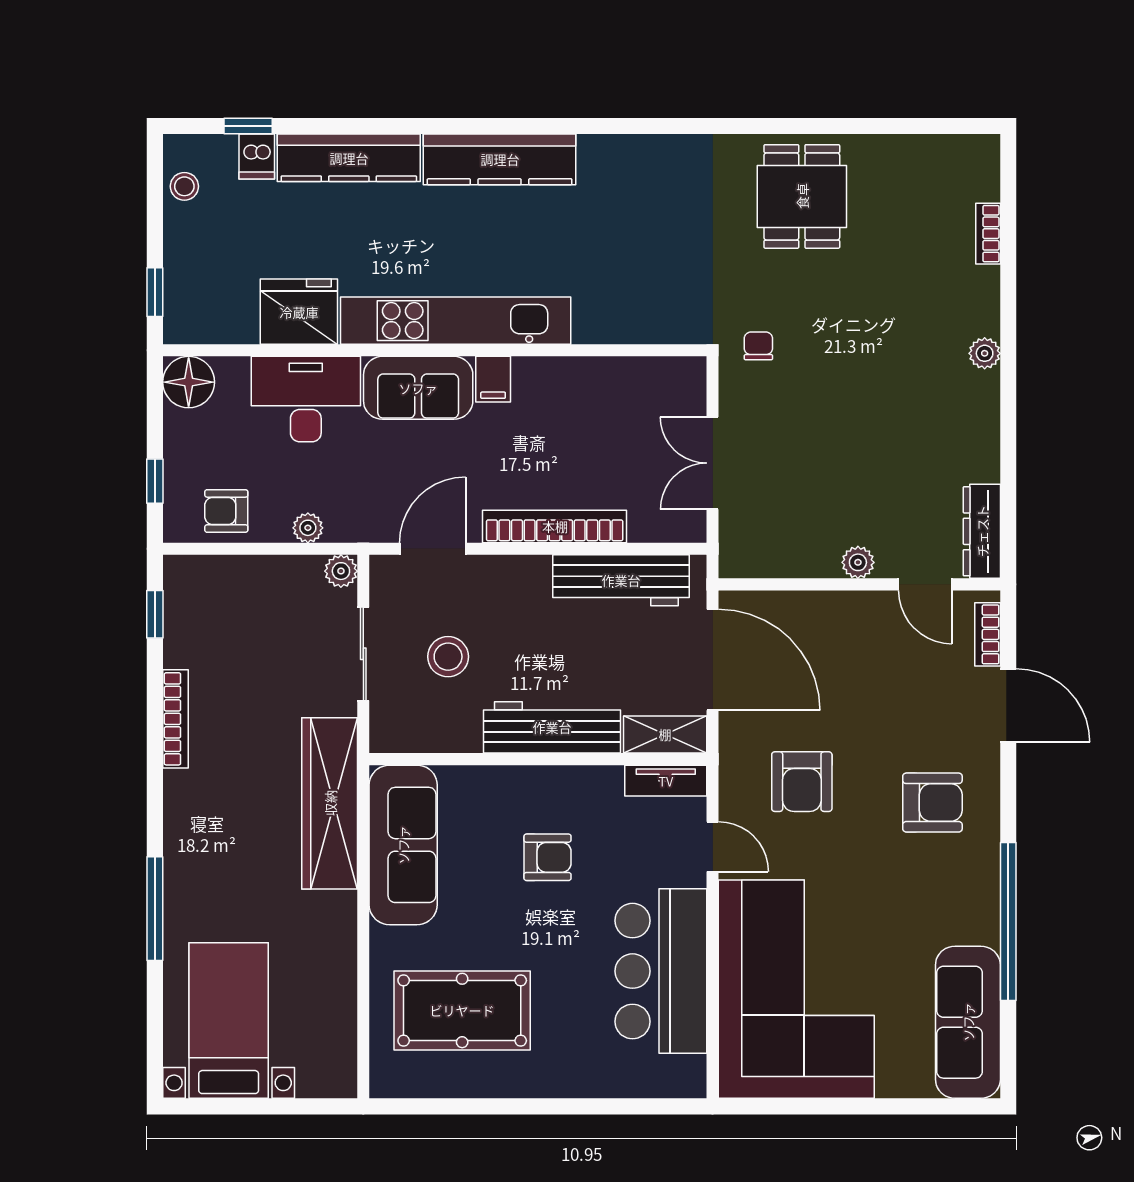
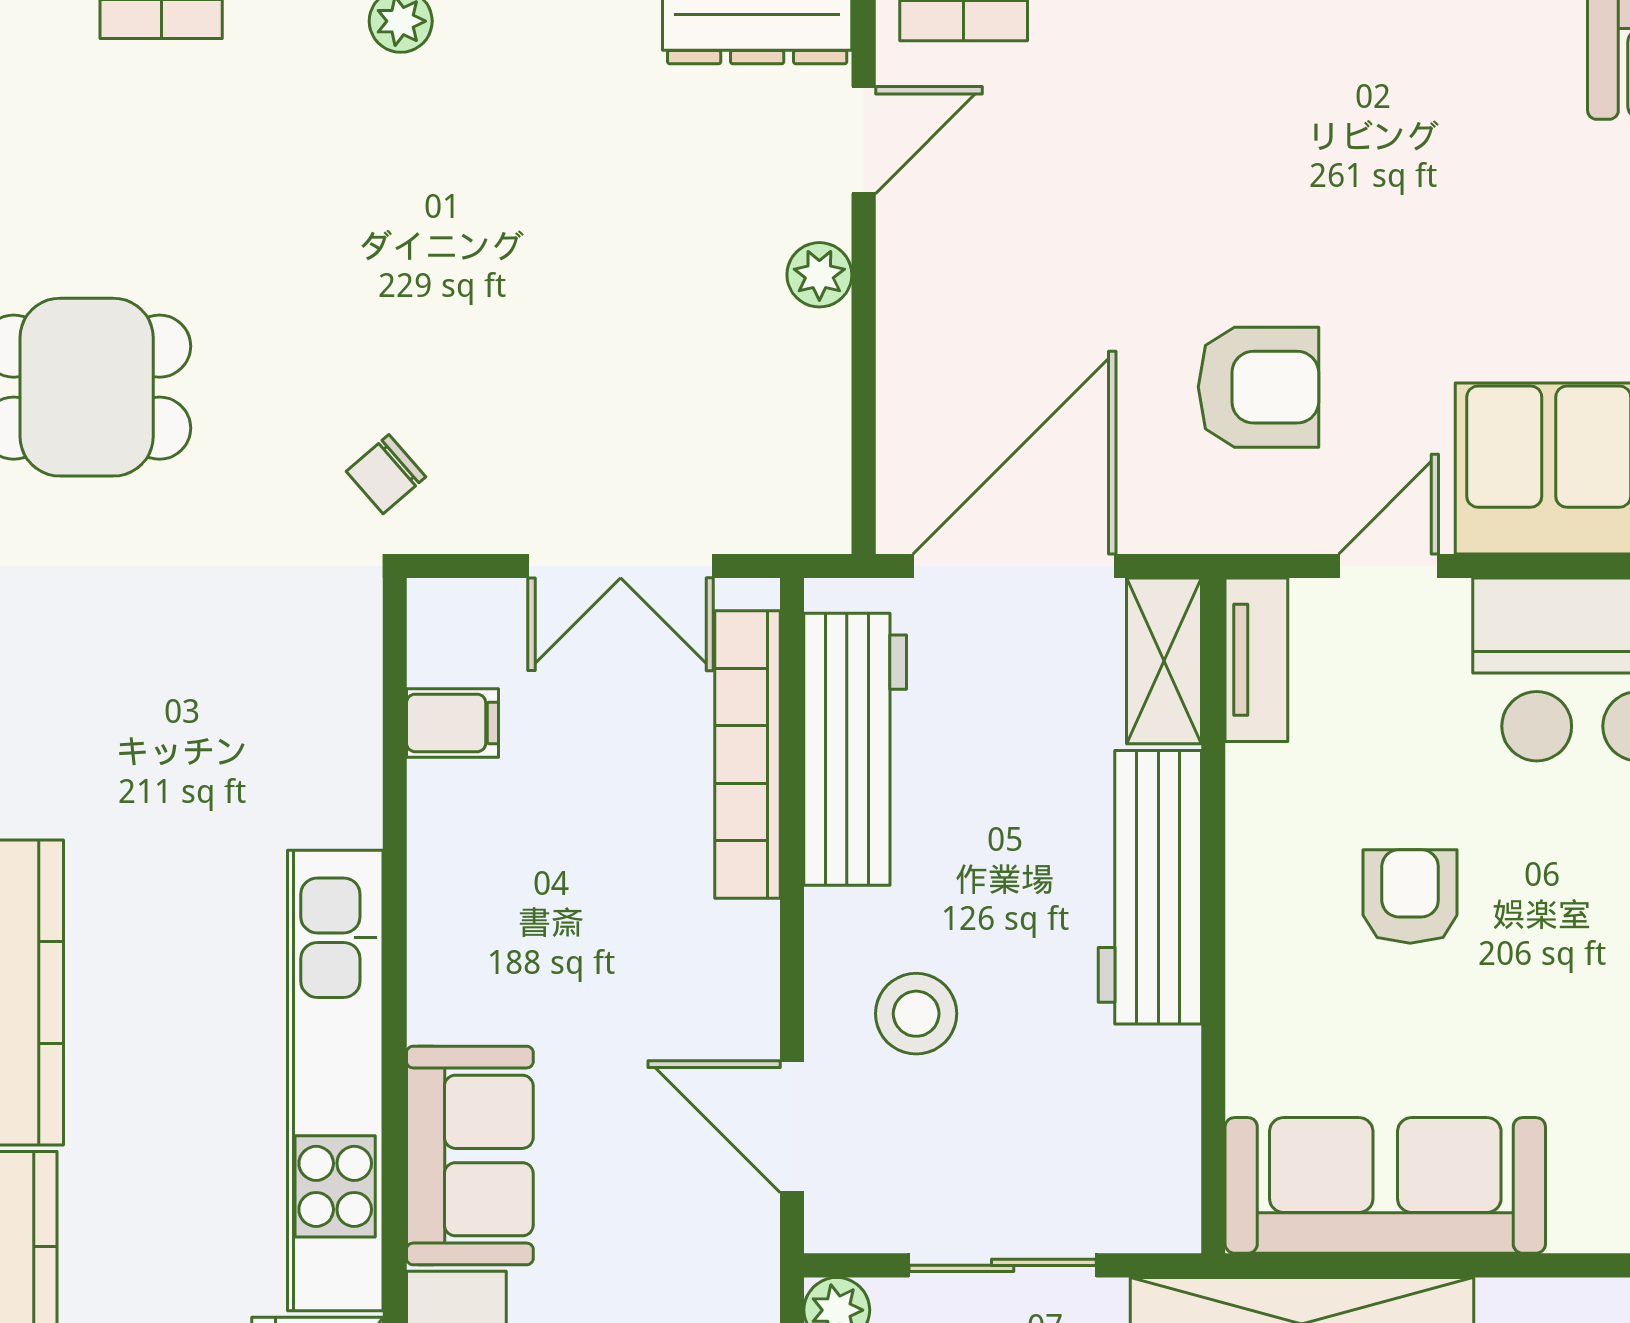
chair: (758, 346) -> (386, 474), turned -41
filing cabinet: (493, 379) -> (453, 723), moved
bookcase: (555, 526) -> (747, 754), moved
stool: (448, 657) -> (916, 1014), moved
armchair: (932, 803) -> (1300, 126), removed

